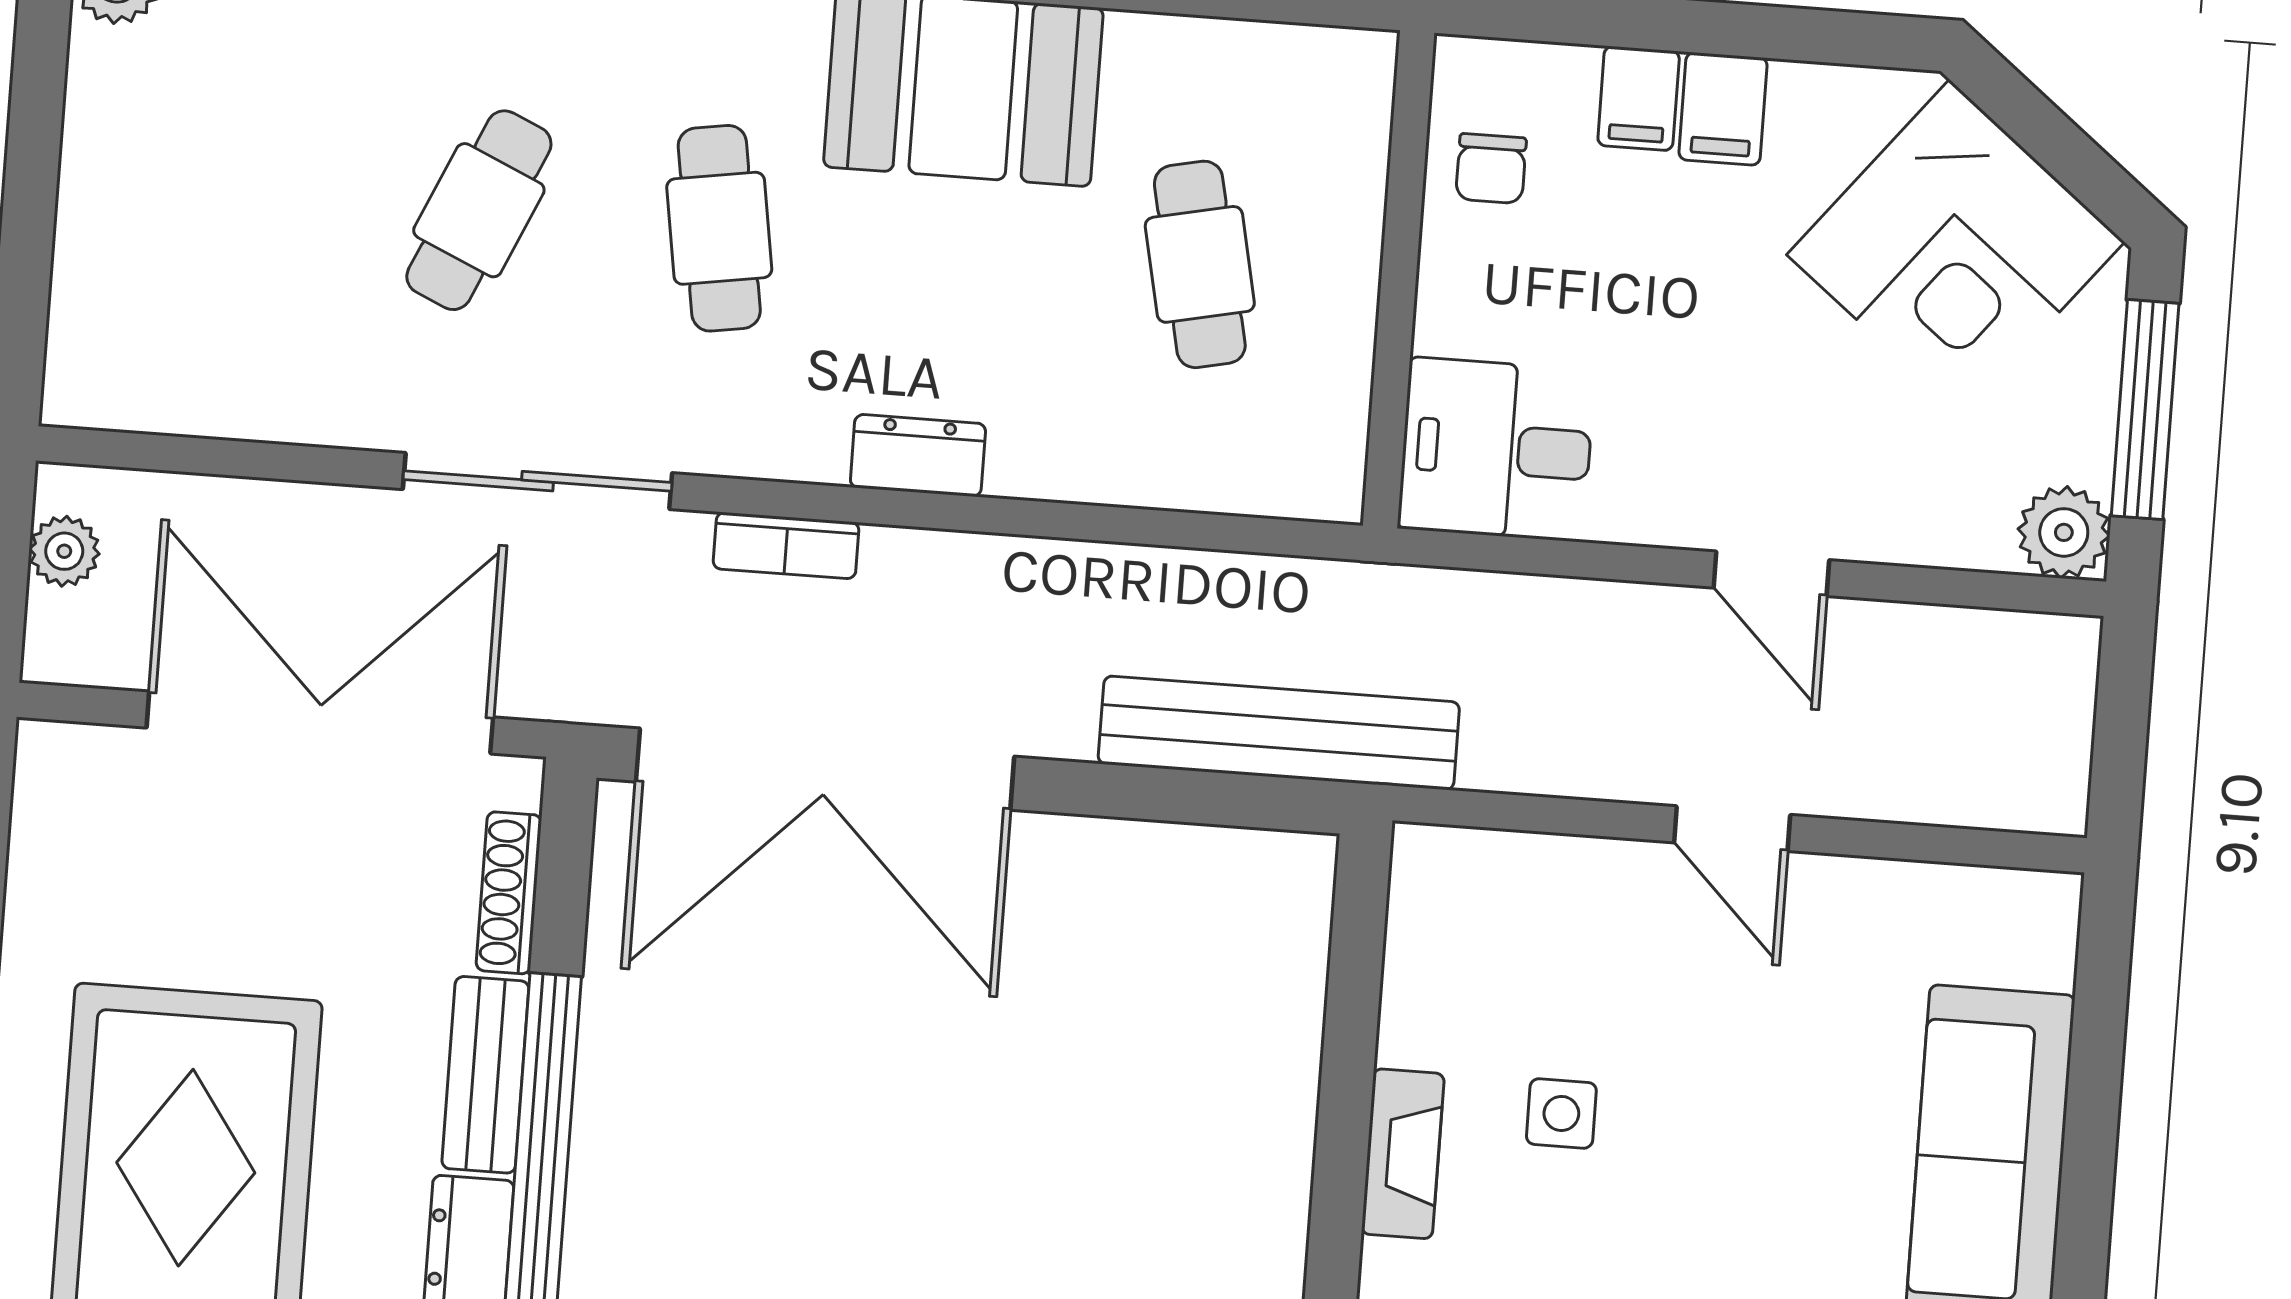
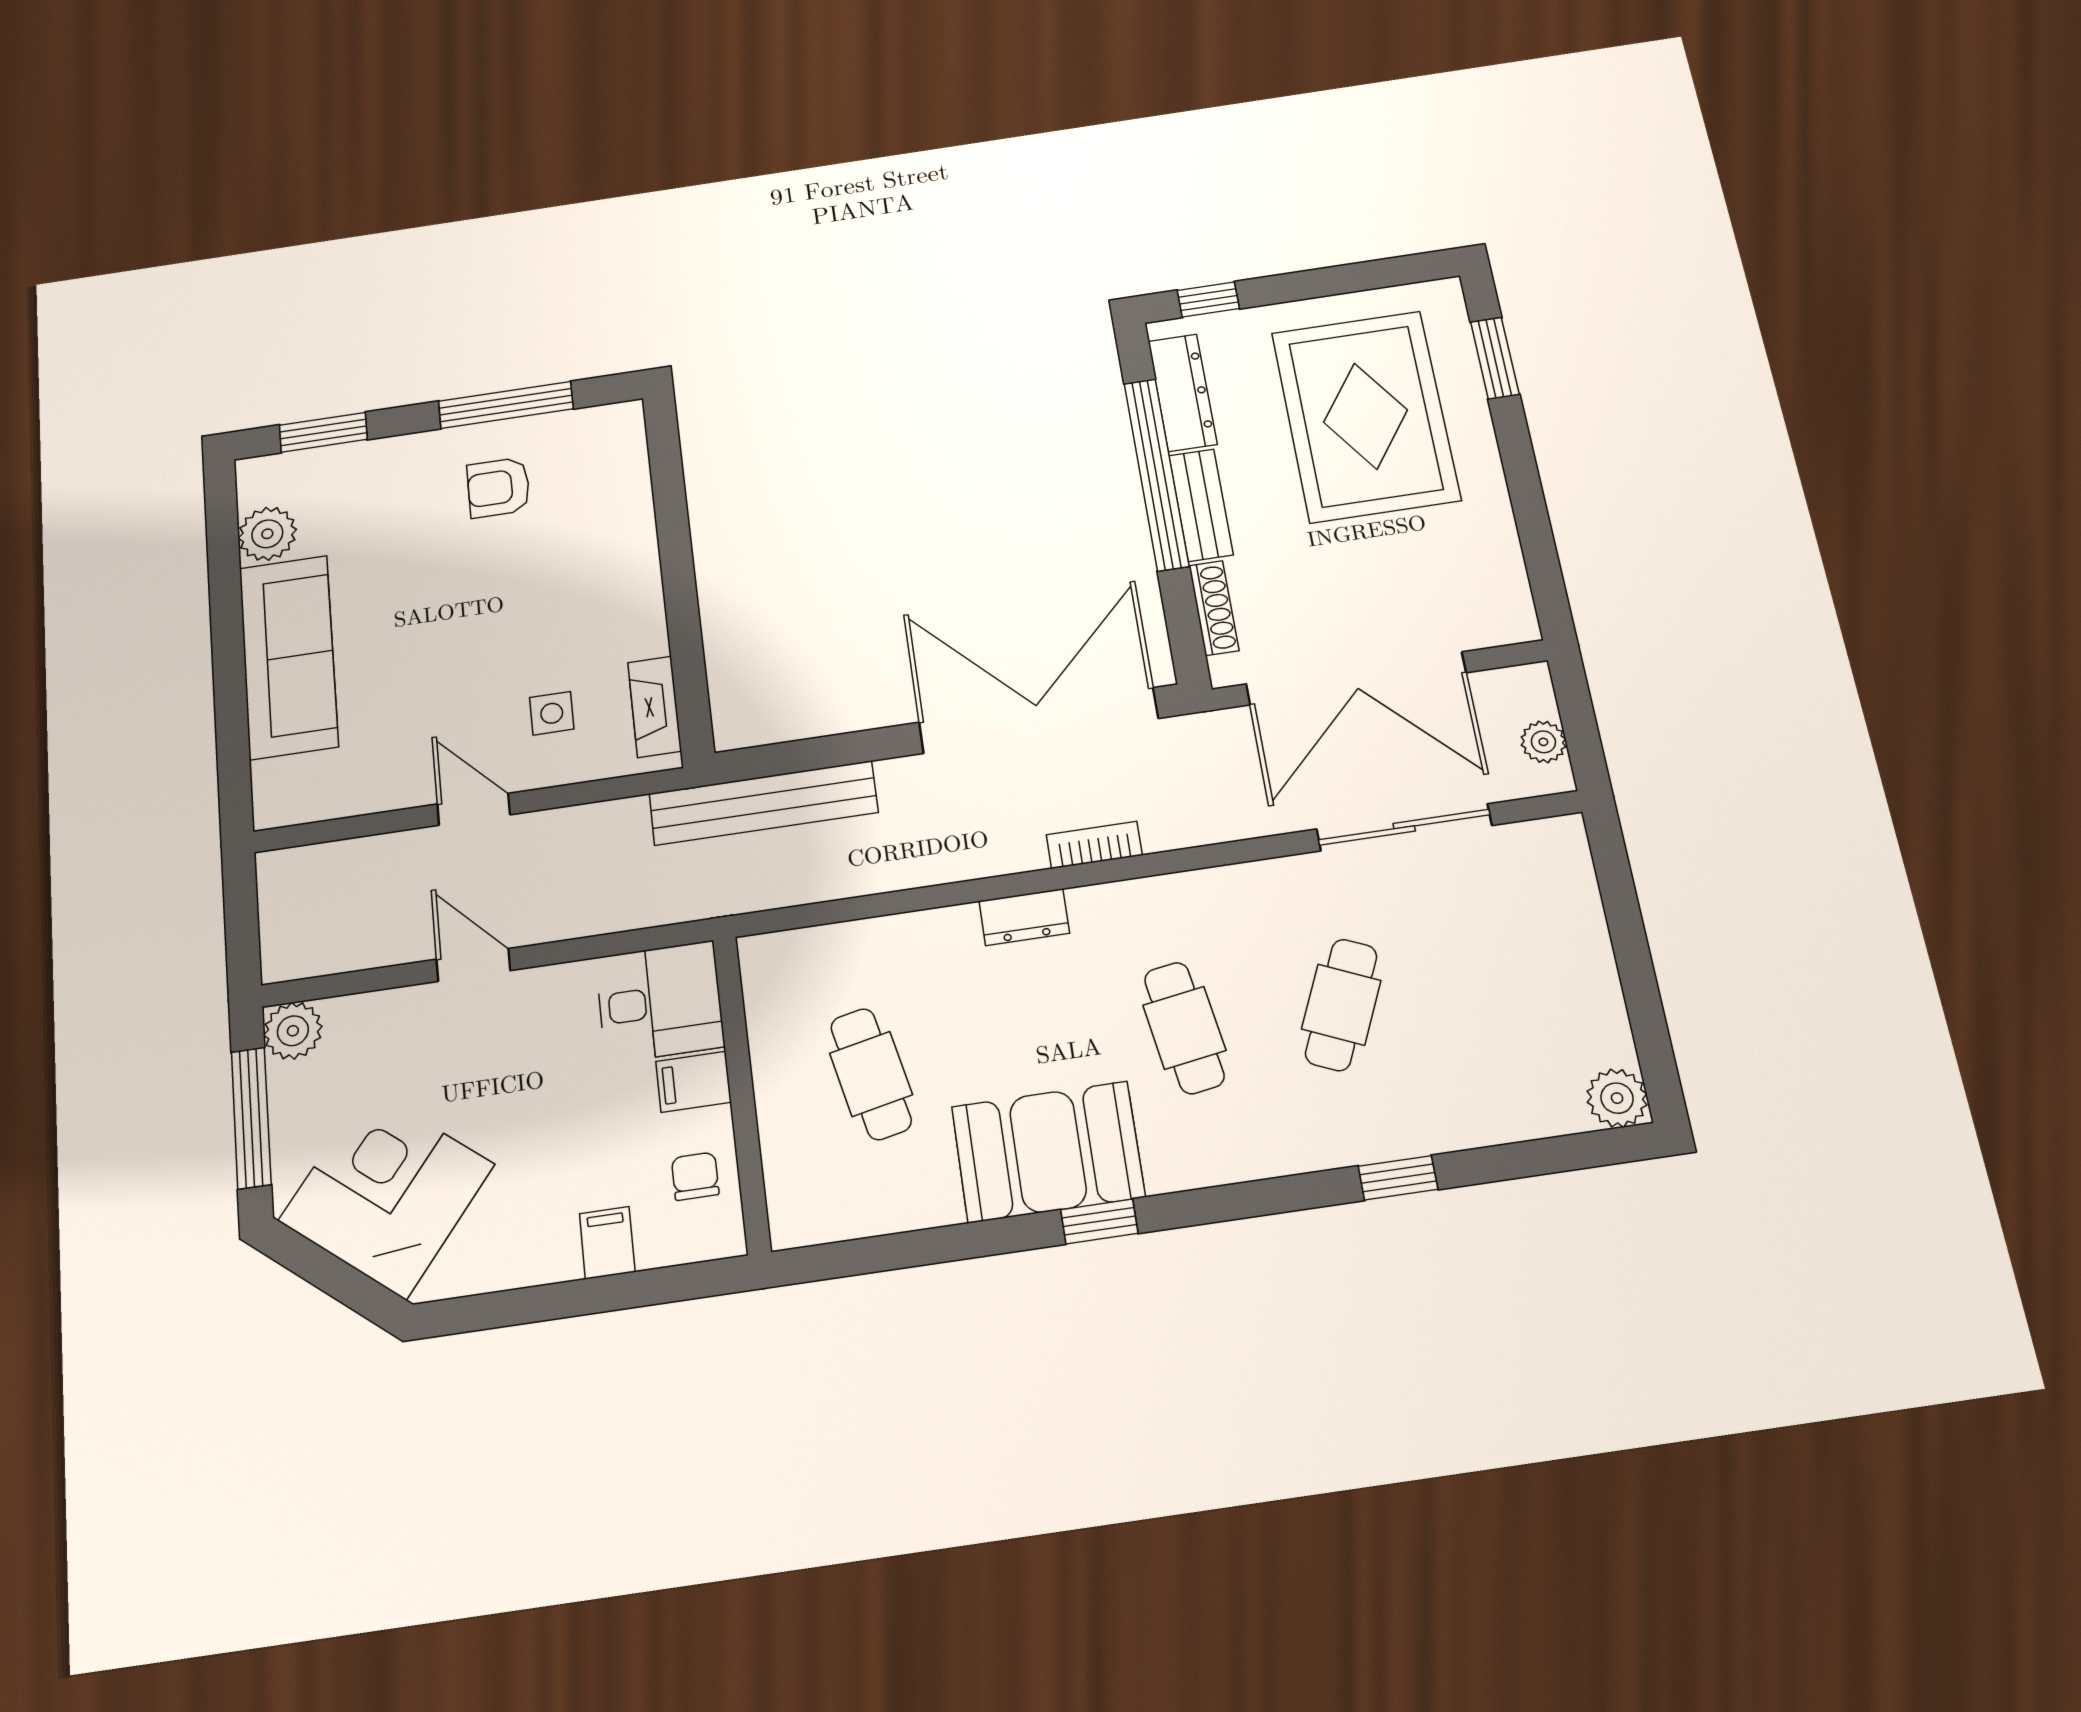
filing cabinet: (1723, 109) -> (694, 1082), moved, turned -90
sliding door: (537, 481) -> (1404, 827), moved
side table: (1561, 1113) -> (552, 713), moved
fireplace: (1403, 1154) -> (655, 707), moved

